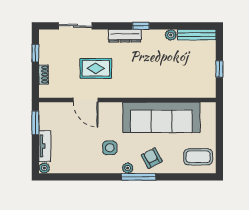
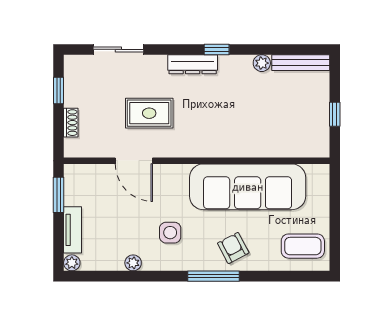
plant: (128, 168) -> (133, 263), moved

